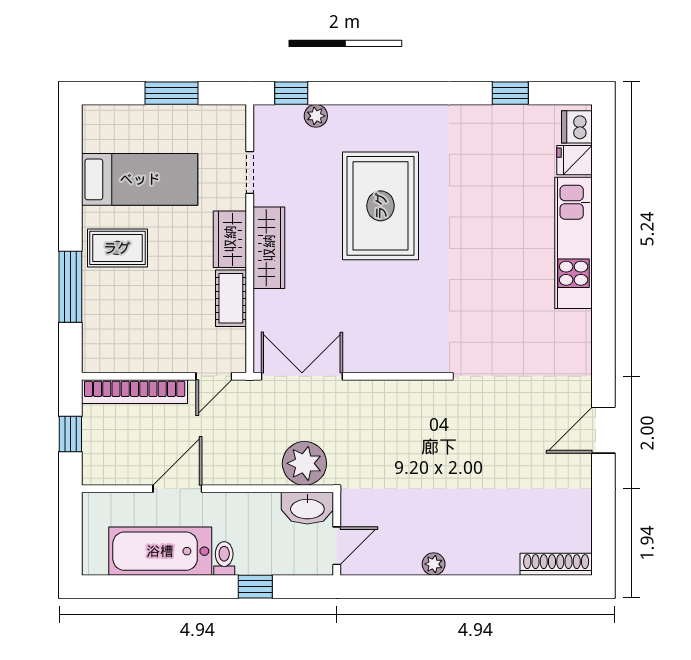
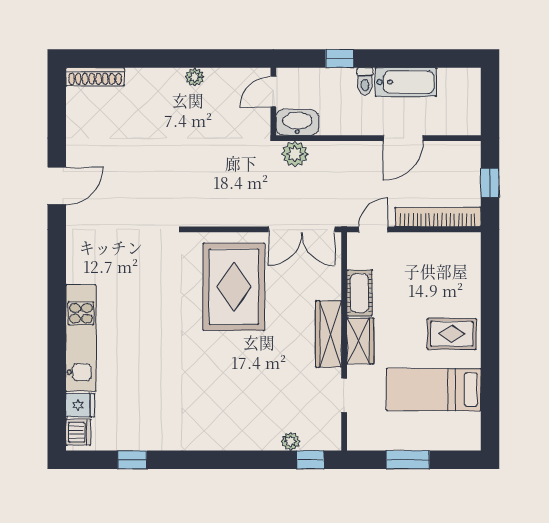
rug: (381, 206) -> (234, 287), moved
window: (70, 287) -> (490, 302), removed
plant: (304, 463) -> (295, 154), width x0.73, depth x0.73
bathtub: (160, 551) -> (406, 82), width x0.73, depth x0.73

